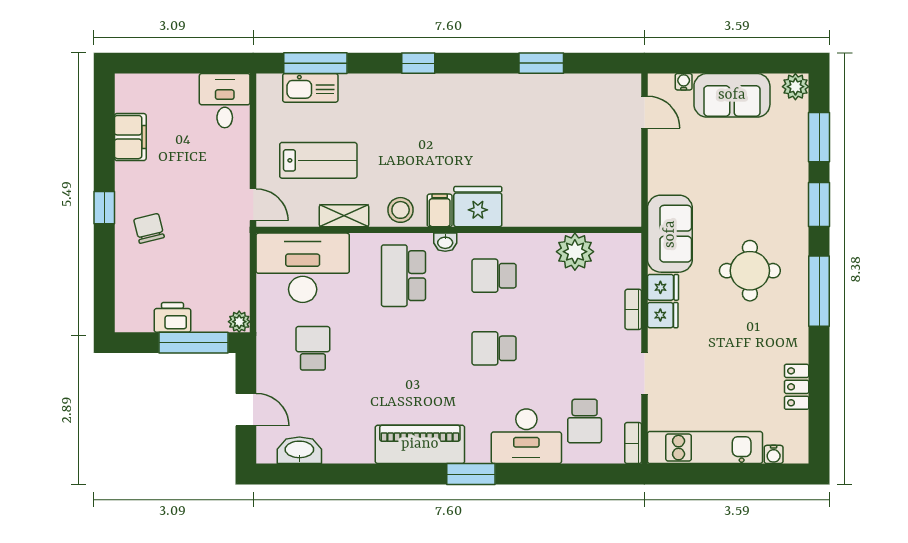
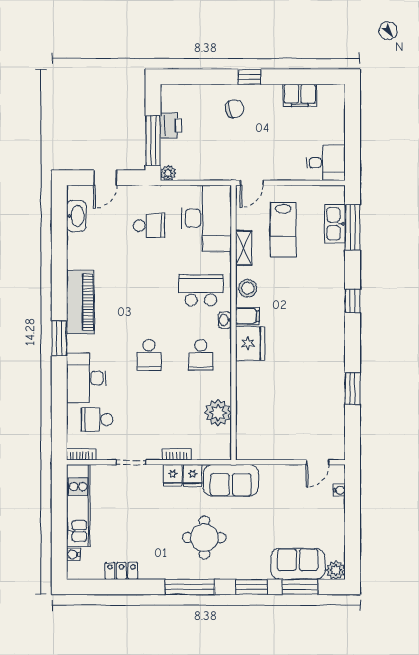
sofa: (732, 95) -> (298, 564), moved, turned 90
school desk: (494, 276) -> (201, 355), turned 180
school desk: (494, 348) -> (149, 355), turned 180

